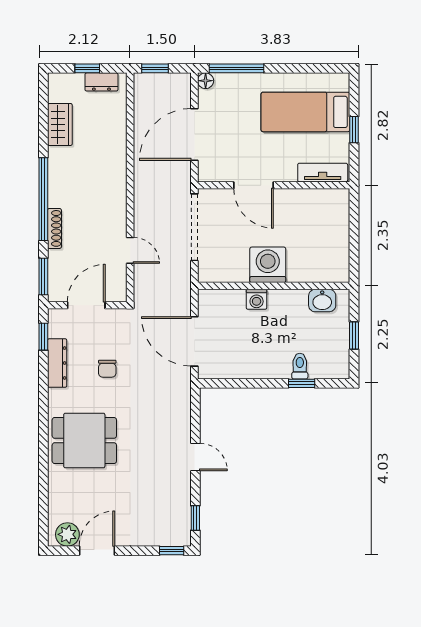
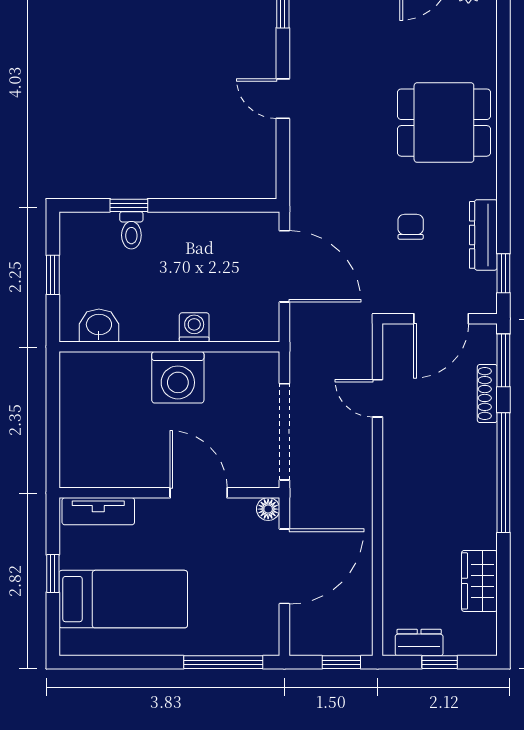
floor lamp: (206, 81) -> (268, 509), moved
shoe rack: (54, 228) -> (487, 394), moved

